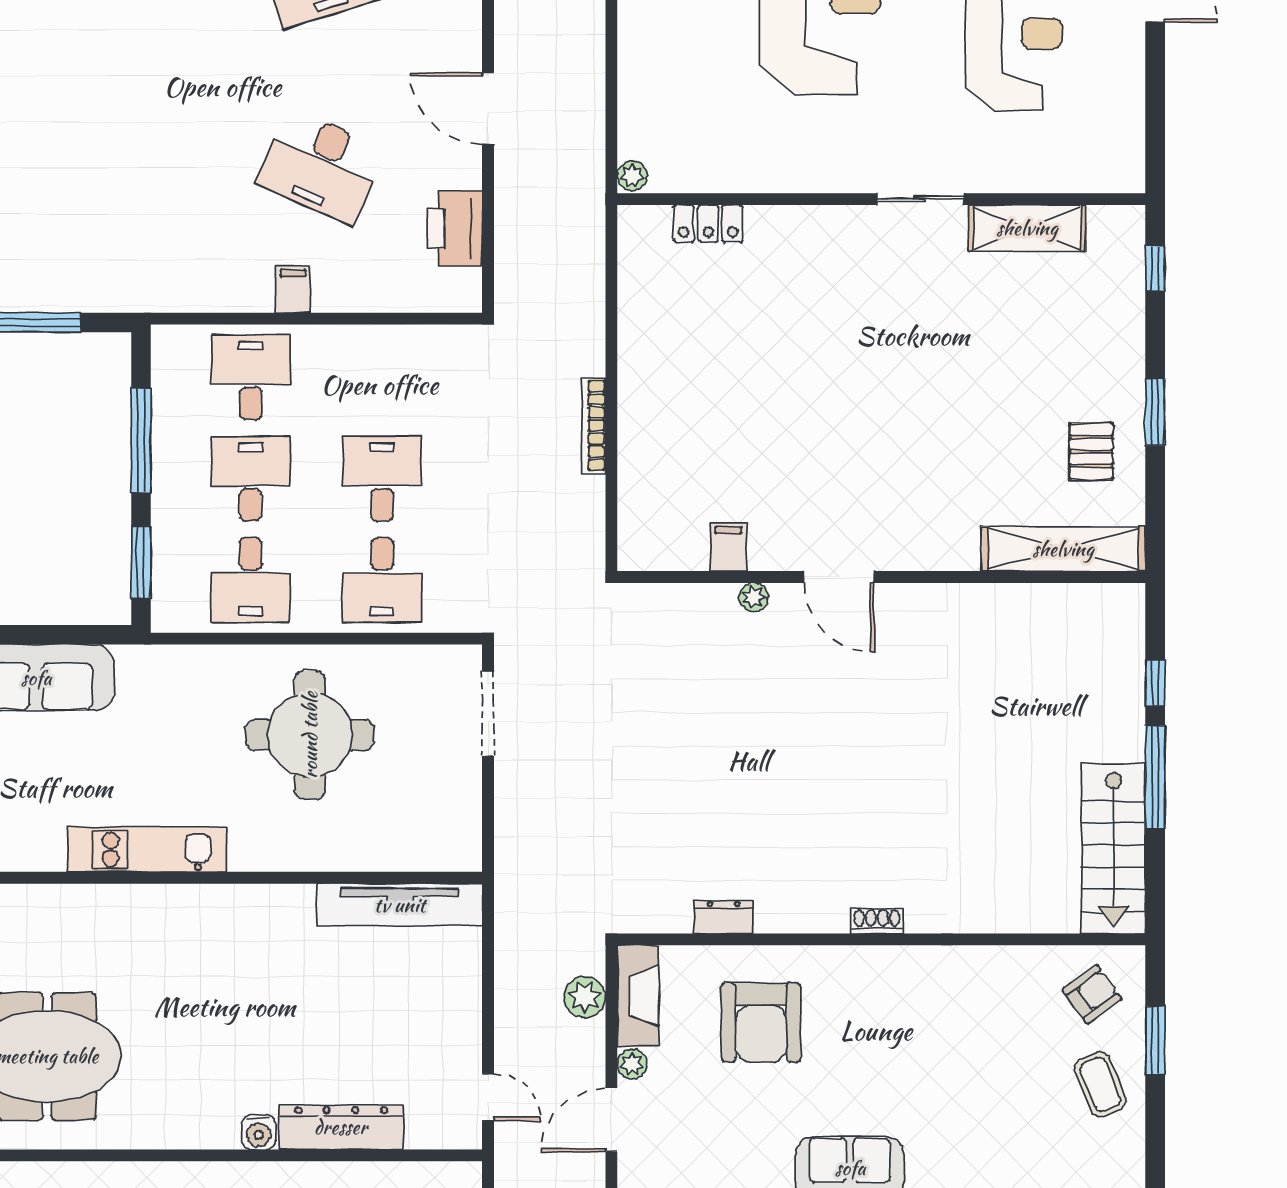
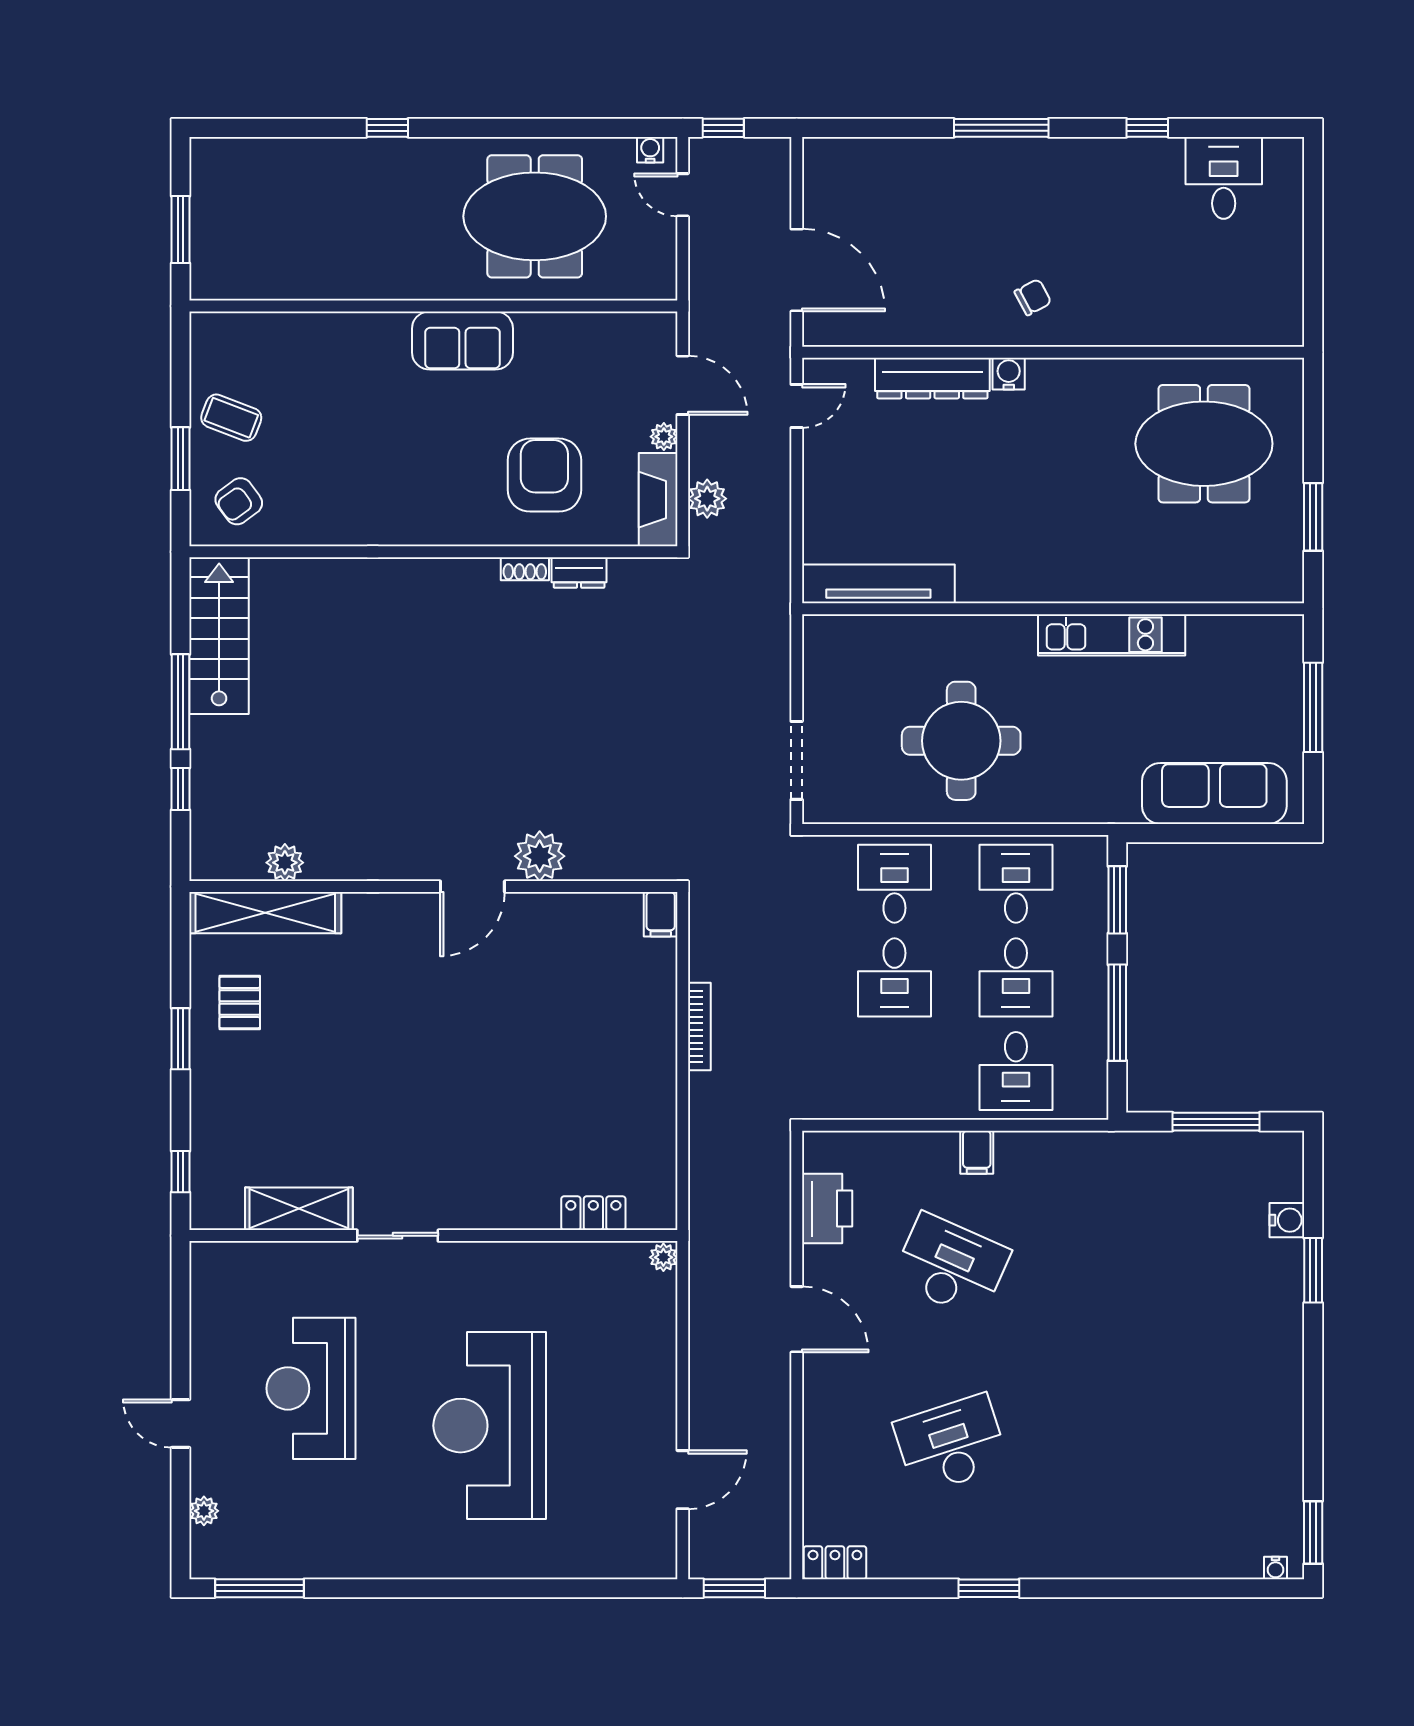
filing cabinet: (728, 547) -> (661, 914), moved
door: (839, 577) -> (472, 887), swing flipped
plant: (754, 597) -> (540, 856), width x1.87, depth x1.87
plant: (1042, 603) -> (285, 863), added
shoe rack: (877, 921) -> (525, 569), moved
coffee table: (1100, 1085) -> (231, 418), turned -47
door: (488, 1097) -> (797, 406), swing flipped
door: (611, 1120) -> (683, 385), hinge flipped

